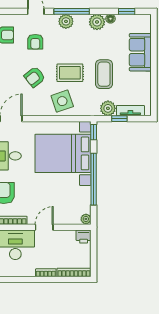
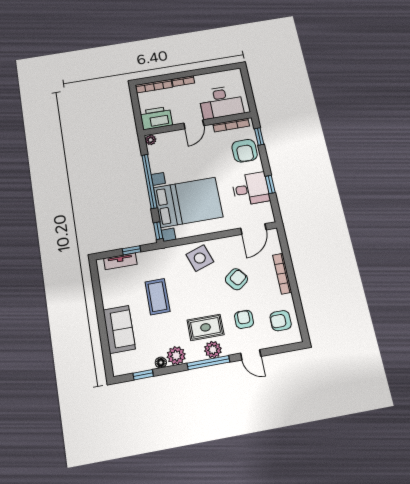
rug: (70, 73) -> (206, 327), moved
plant: (108, 108) -> (146, 259), removed
printer: (84, 237) -> (156, 118), width x1.87, depth x1.48

